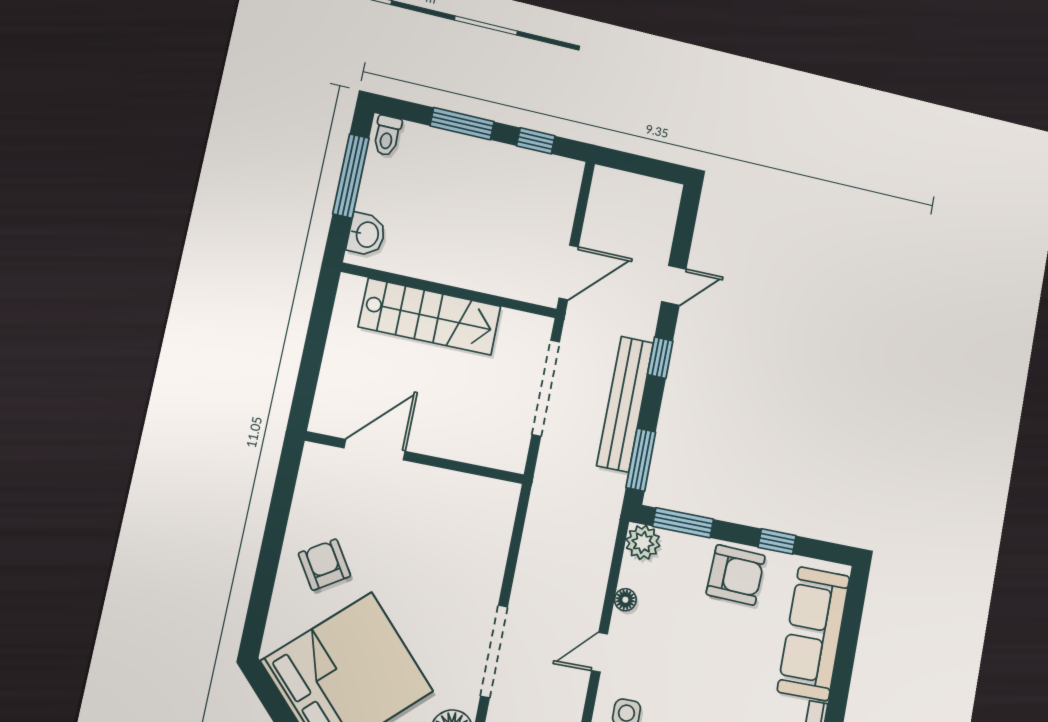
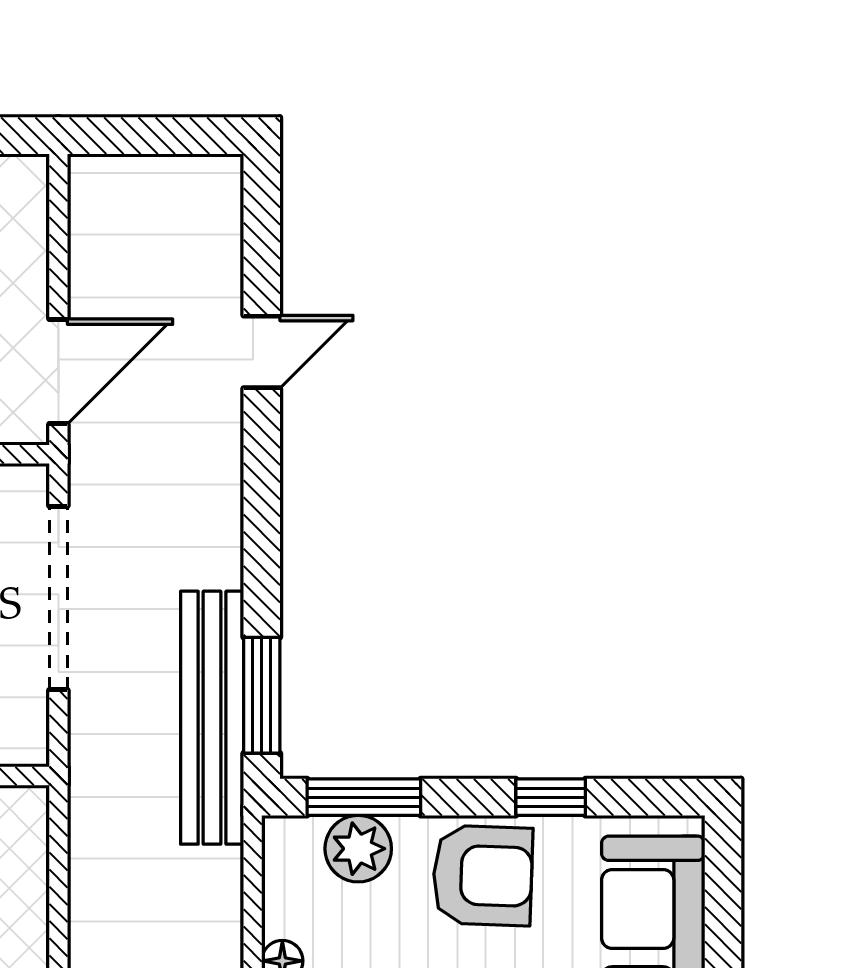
window: (660, 358) -> (262, 495), removed
bench: (625, 404) -> (212, 718), moved
plant: (643, 542) -> (358, 849), moved

